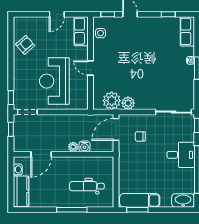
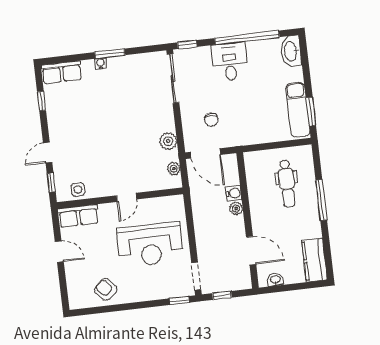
plant: (112, 101) -> (174, 169), width x0.53, depth x0.53
kitchen counter: (21, 191) -> (315, 260), moved, turned -90

